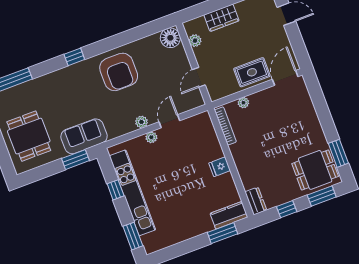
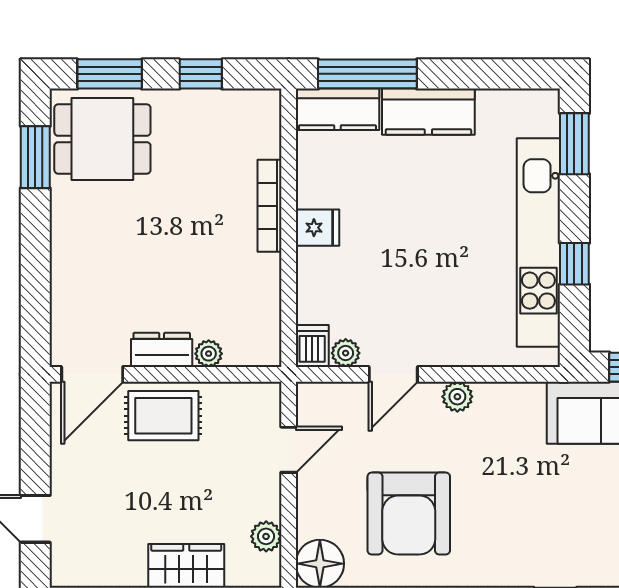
armchair: (119, 72) -> (409, 513), moved, turned 180
dishwasher: (205, 121) -> (312, 346), added
bookcase: (225, 126) -> (270, 206), moved
plant: (151, 137) -> (346, 353), moved
dresser: (256, 201) -> (162, 350), moved, turned 90
kitchen counter: (194, 227) -> (428, 112), added
window: (223, 233) -> (367, 74), width x1.44

